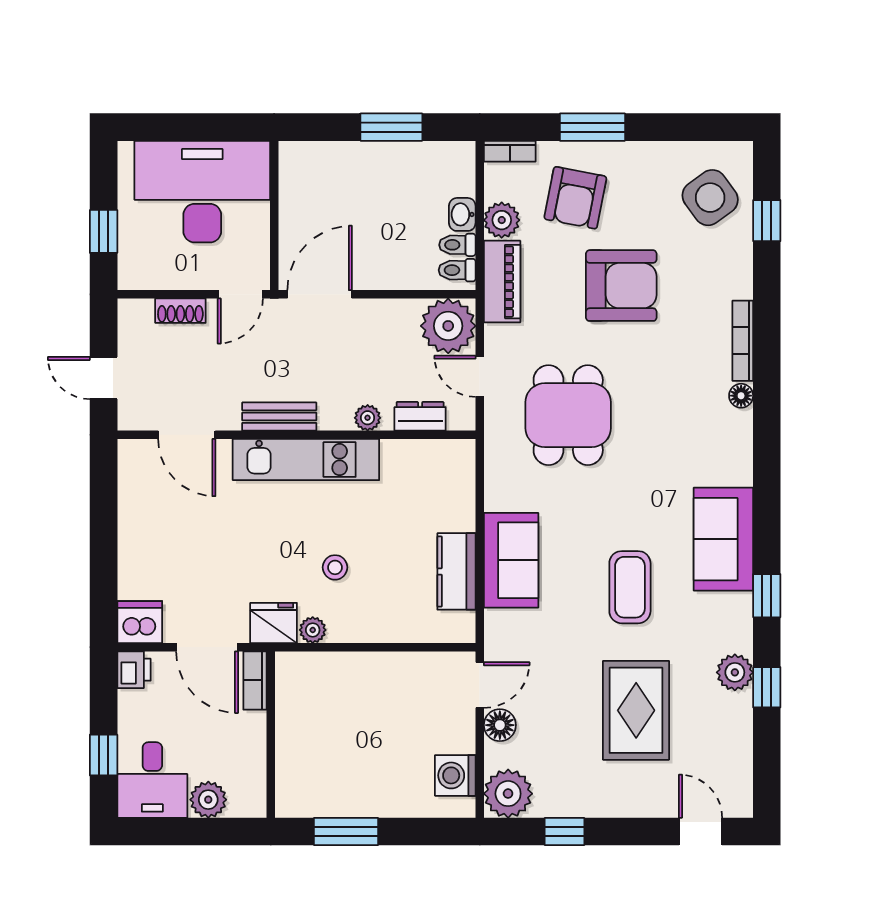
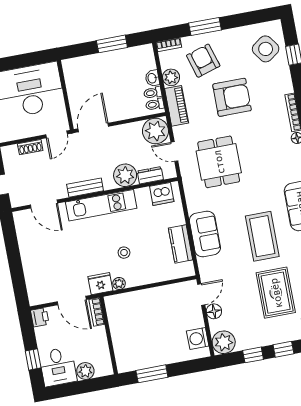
armchair: (575, 198) -> (203, 61), turned 152
plant: (368, 418) -> (125, 175), width x1.87, depth x1.87
coffee table: (630, 587) -> (262, 236), width x1.36, depth x1.32
dishwasher: (140, 622) -> (162, 194), moved, turned 180
window: (630, 831) -> (283, 349), added

